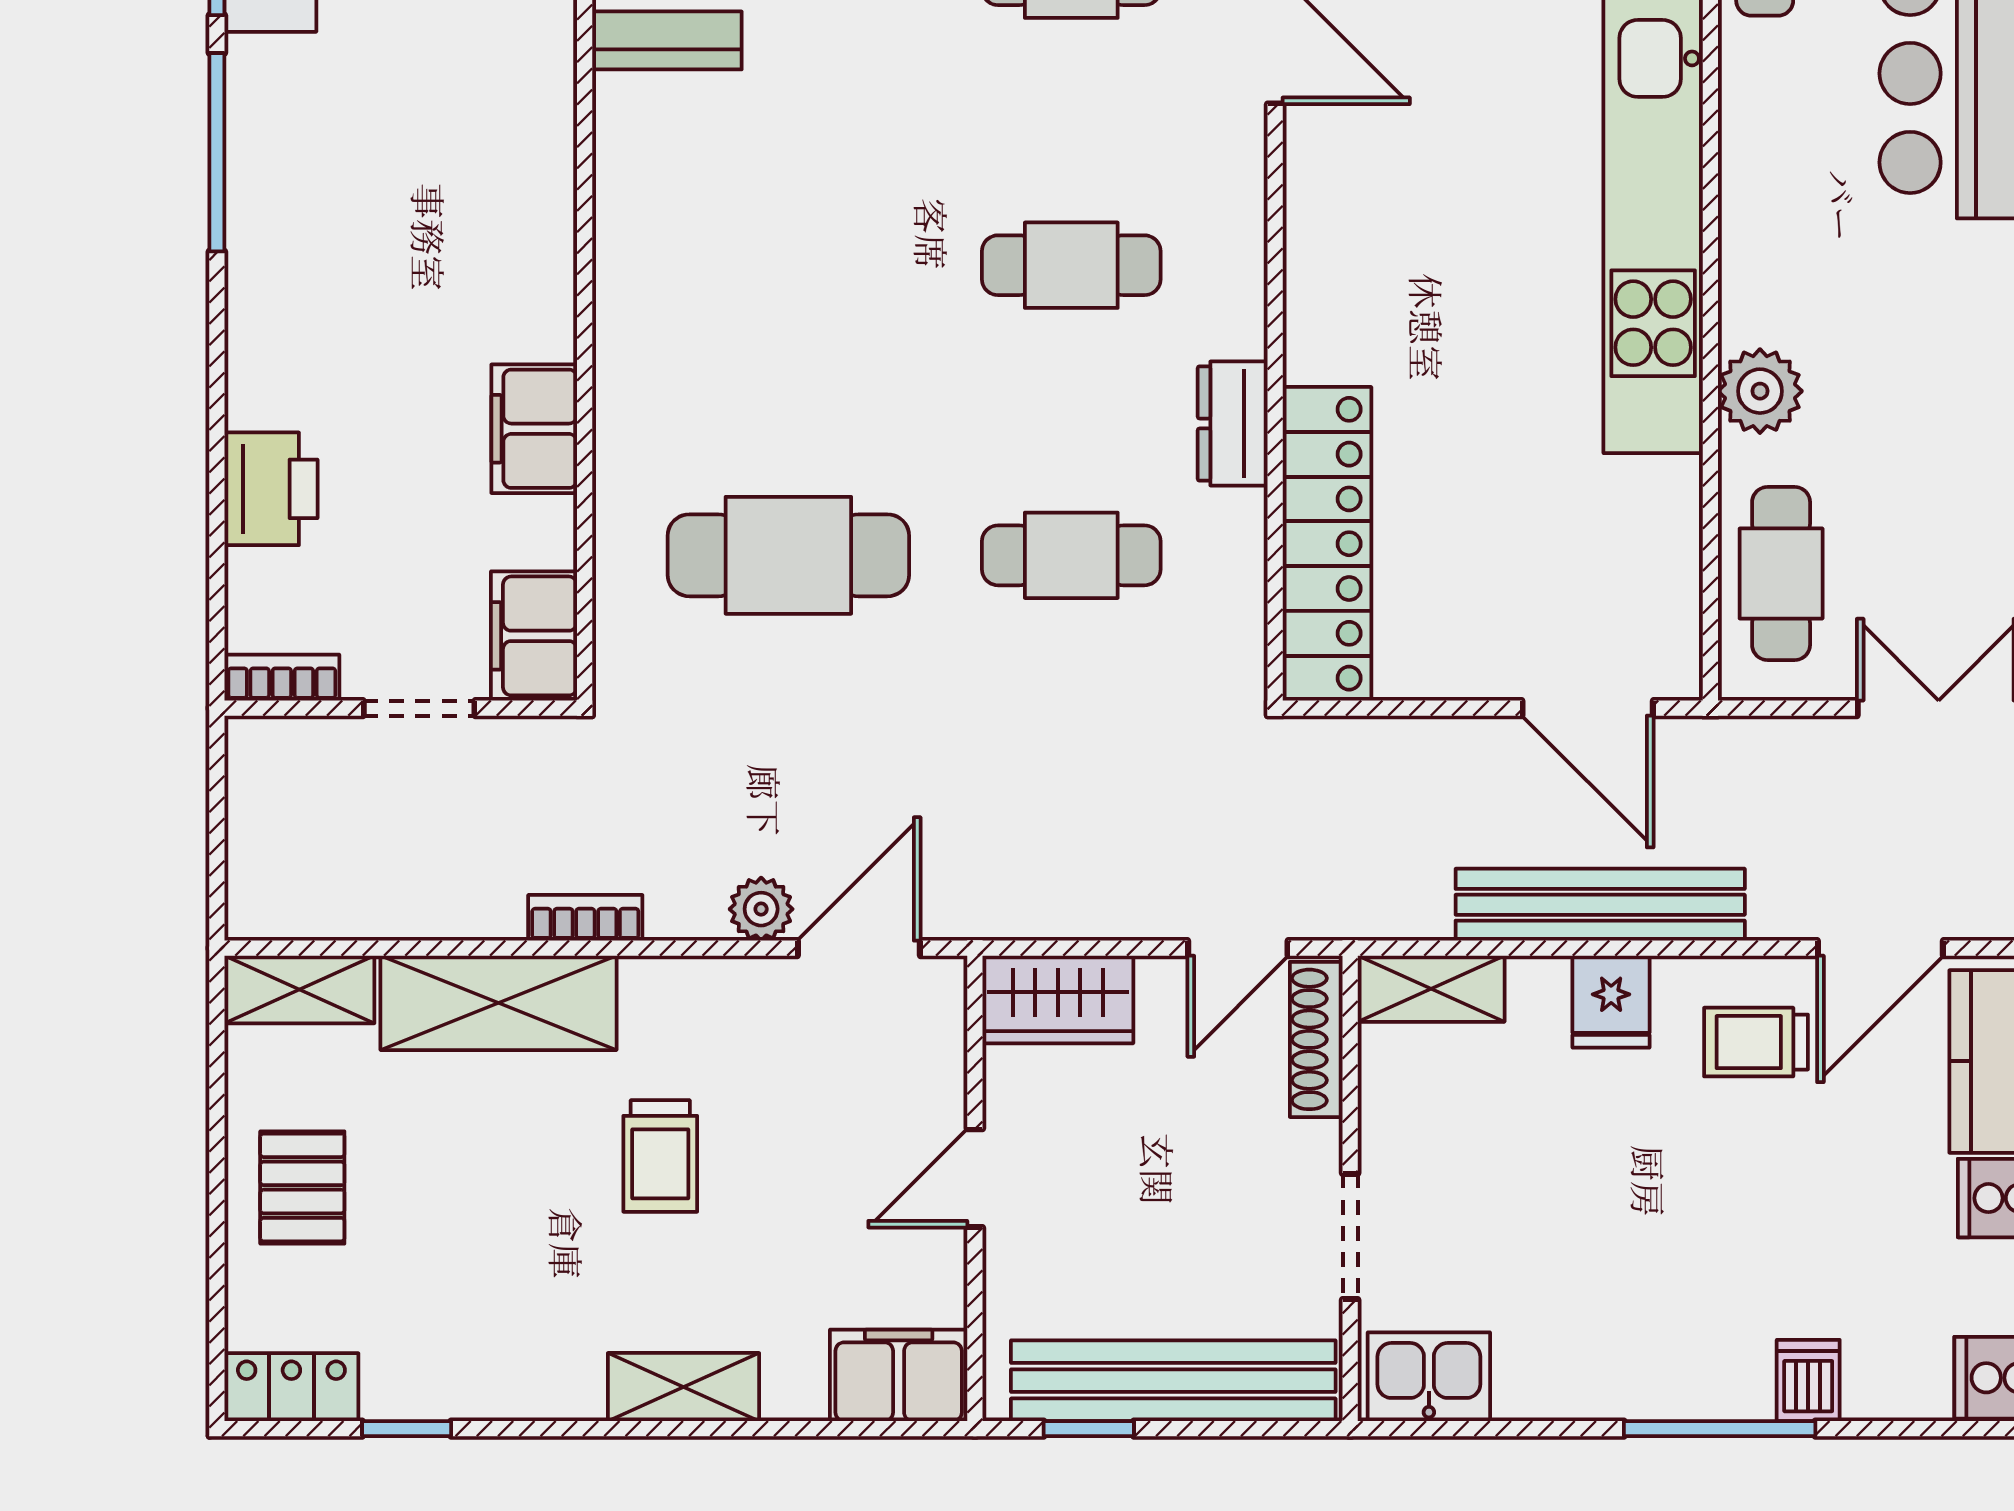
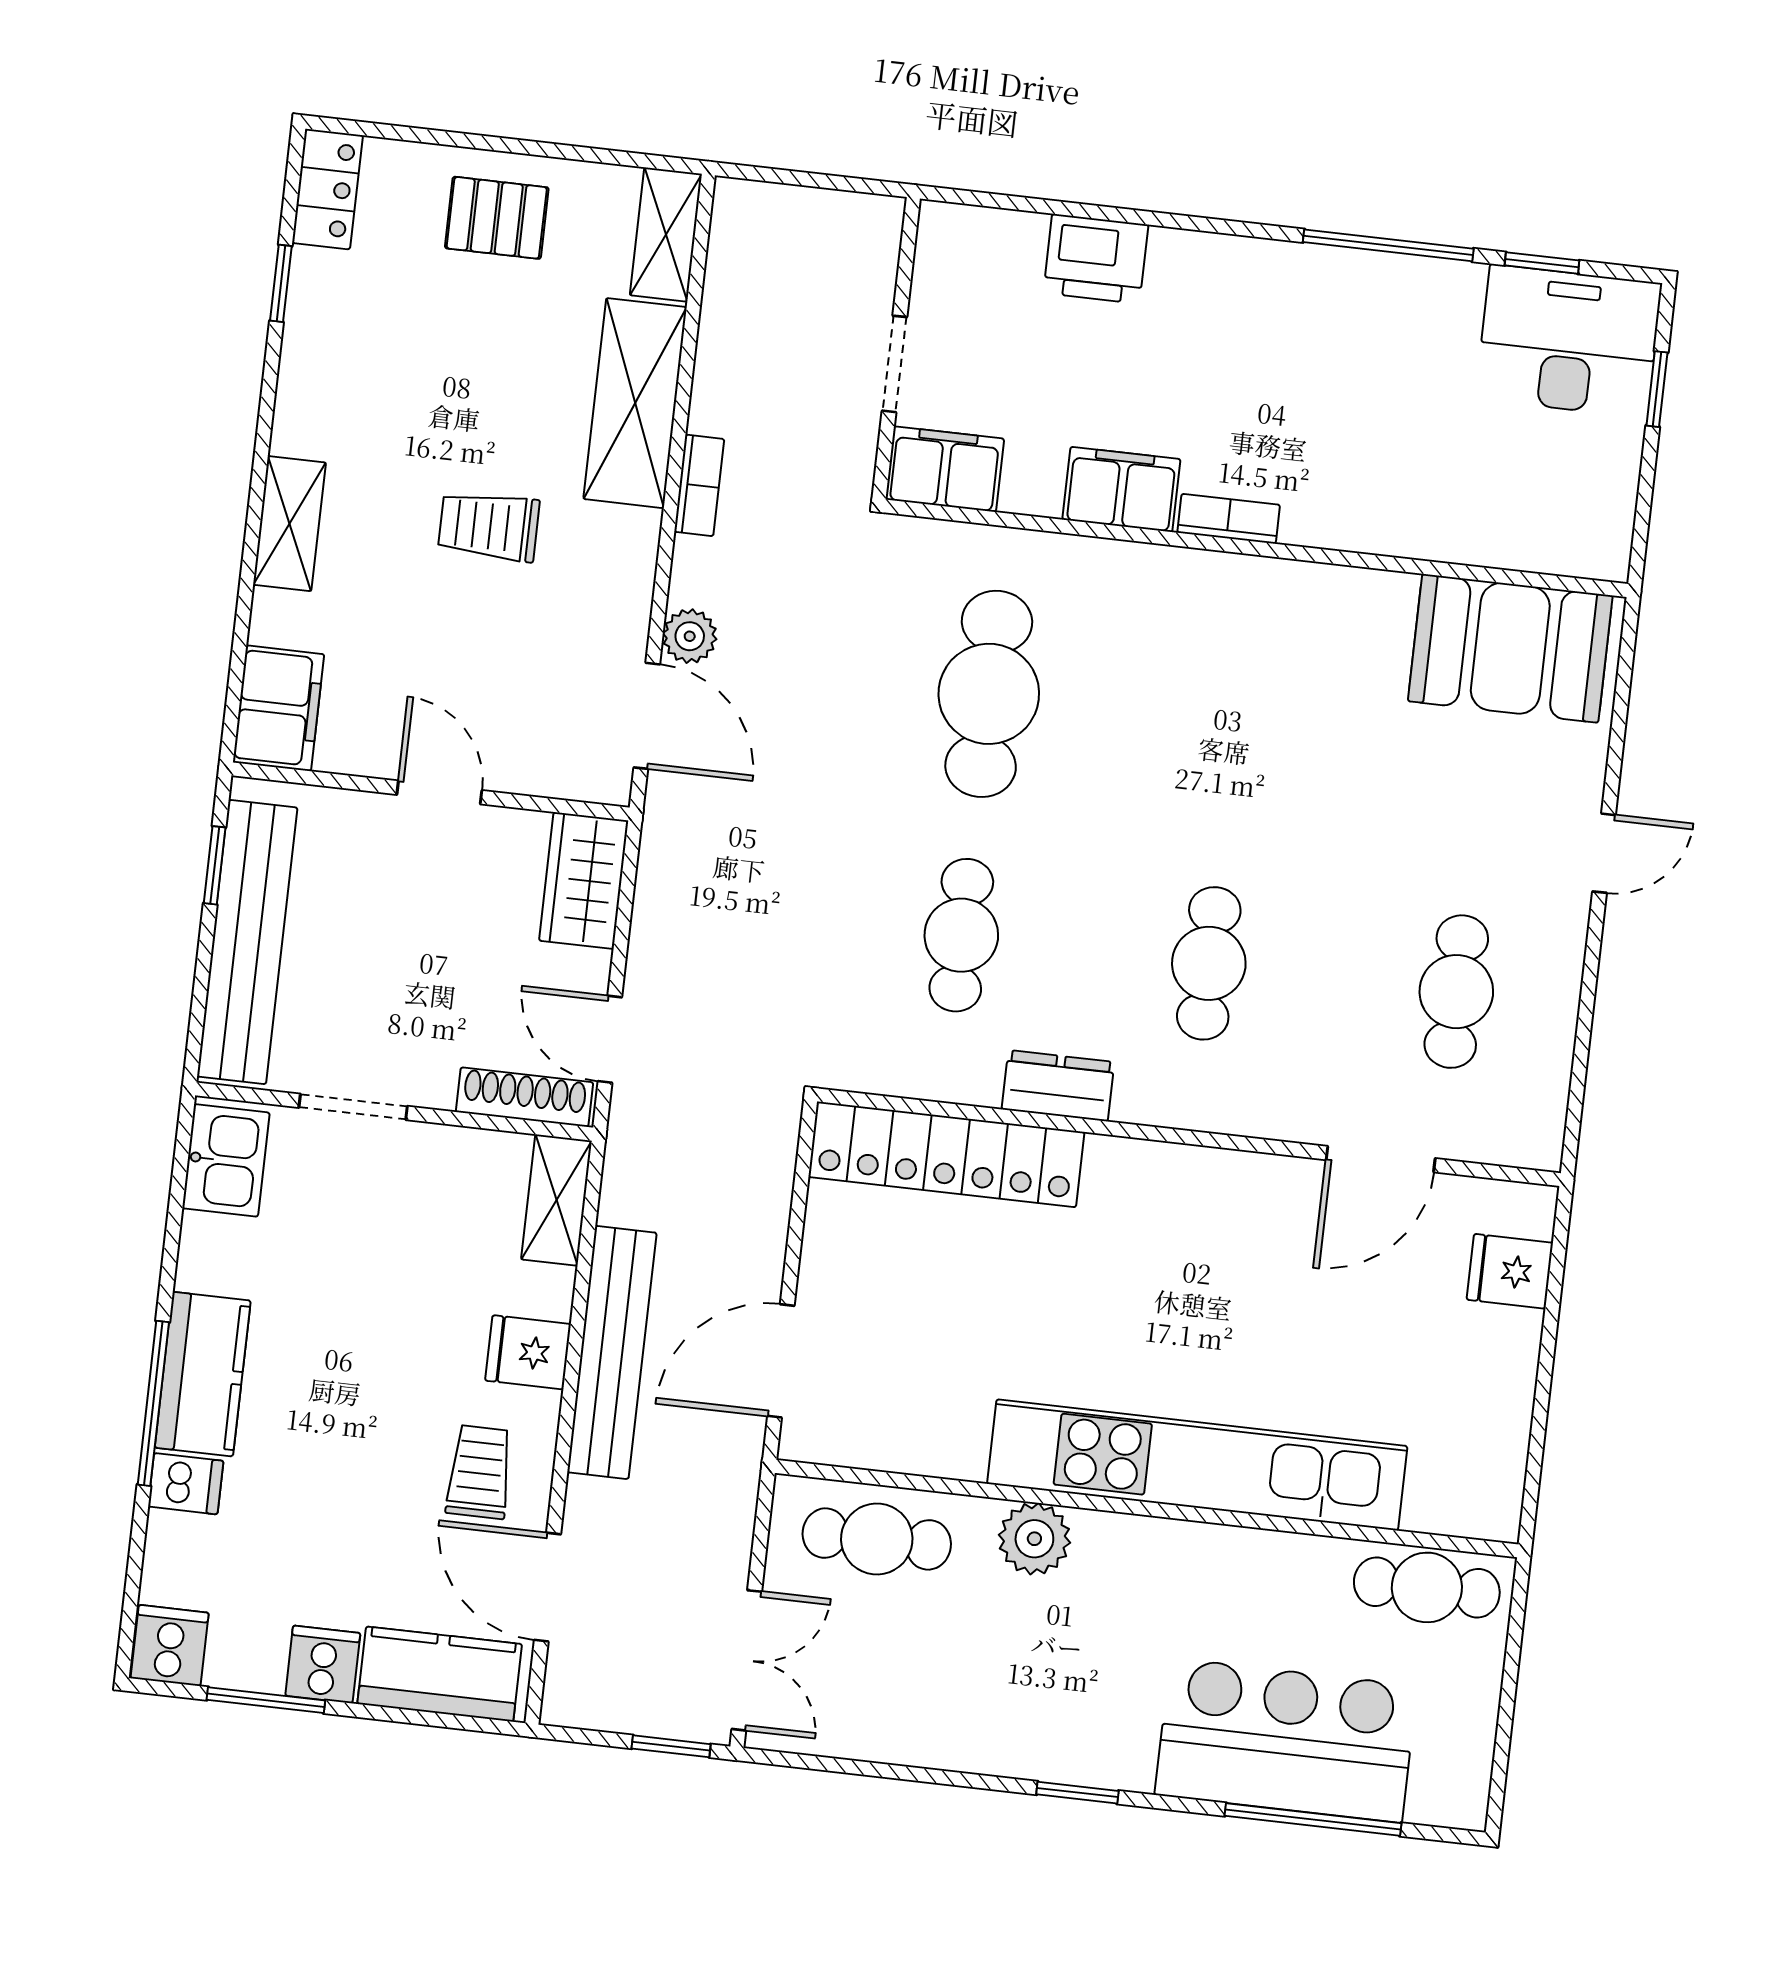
bookcase: (282, 678) -> (1229, 519), moved, turned -90
kitchen counter: (1679, 1375) -> (203, 1374), added

